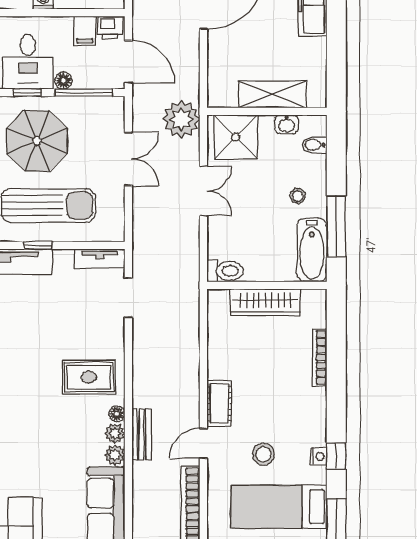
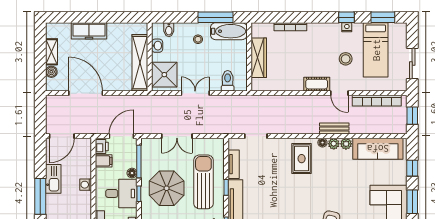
shelving: (273, 94) -> (140, 63), width x1.47
plant: (181, 119) -> (154, 106), removed
double door: (128, 159) -> (177, 136), swing flipped
tv unit: (100, 258) -> (234, 164), moved
toilet: (225, 271) -> (228, 81), moved

